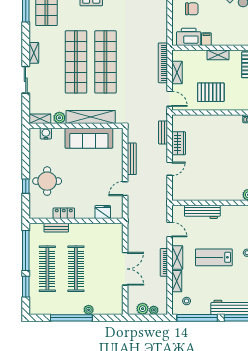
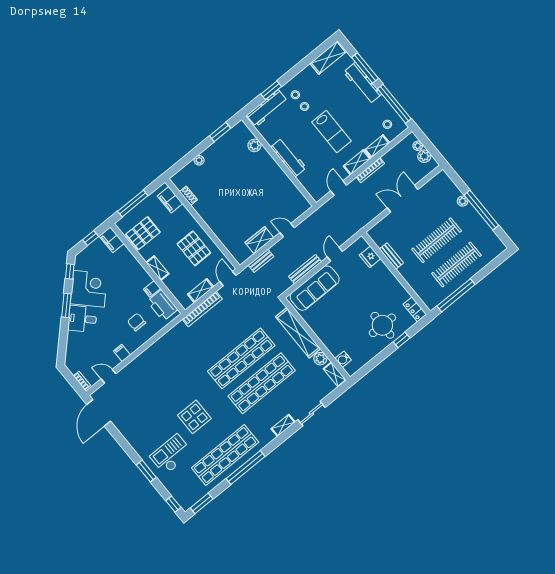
sofa: (89, 138) -> (315, 288), moved, turned 90
door: (125, 189) -> (335, 254), swing flipped
workbench: (202, 212) -> (288, 157), moved
locker: (64, 213) -> (415, 309), moved
bench: (56, 228) -> (391, 256), moved
window: (26, 287) -> (486, 270), removed

